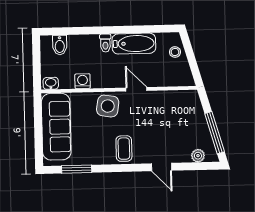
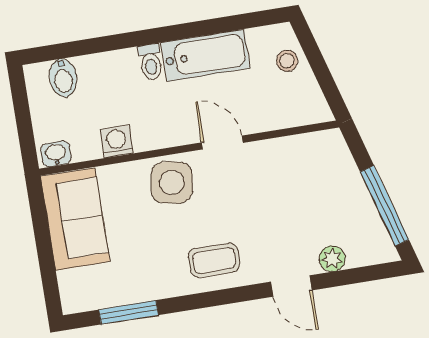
sofa: (56, 127) -> (75, 219), width x0.73
coffee table: (124, 149) -> (214, 260), turned 90
plant: (198, 156) -> (332, 259), moved

